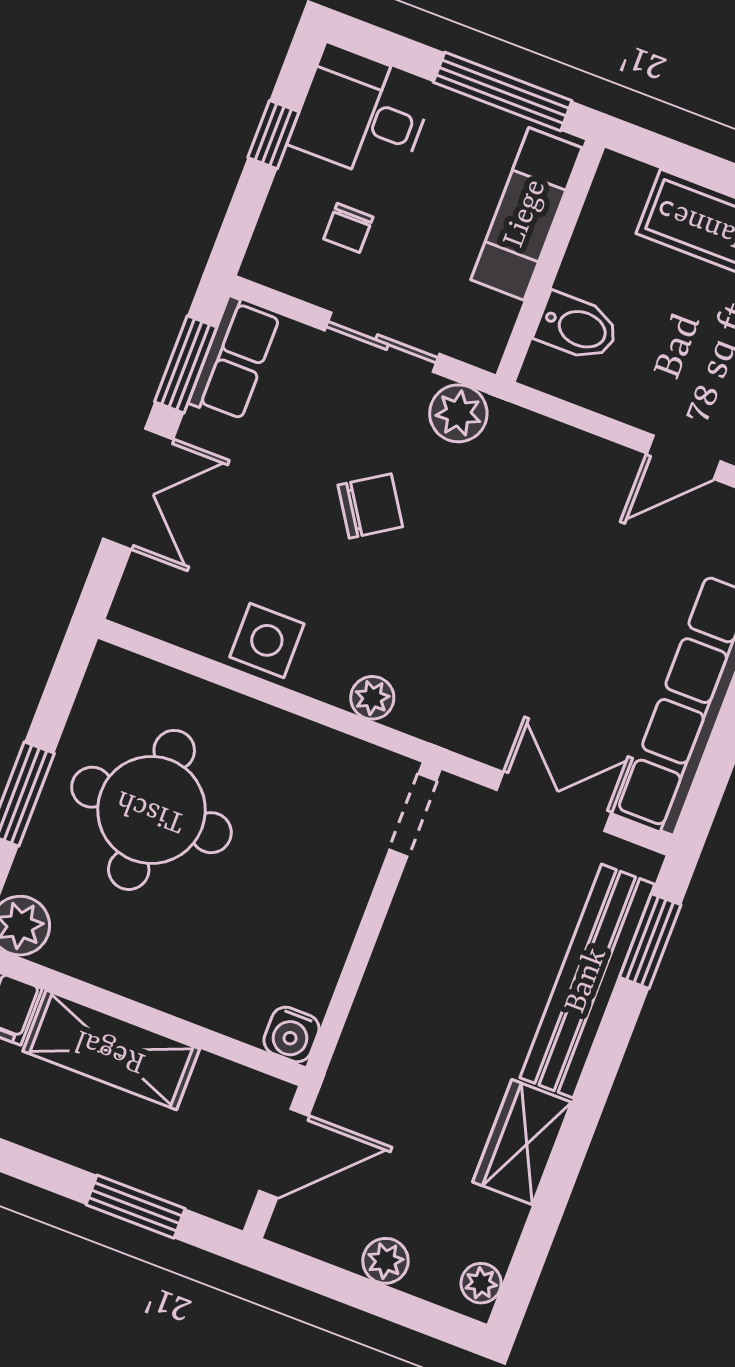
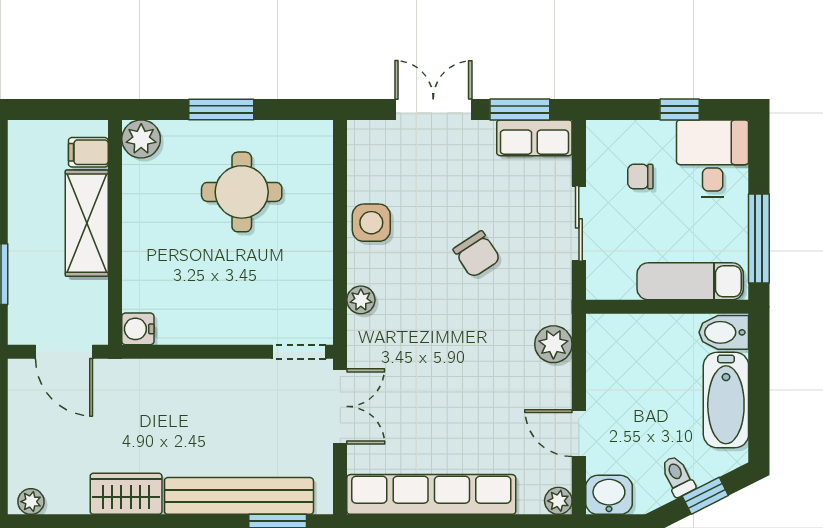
bidet: (577, 327) -> (724, 332), moved, turned 90
plant: (458, 413) -> (553, 344), moved
double door: (138, 489) -> (433, 109), swing flipped
double door: (554, 802) -> (340, 406), moved
round table: (151, 810) -> (242, 192), width x0.73, depth x0.73
plant: (385, 1261) -> (22, 438), removed

